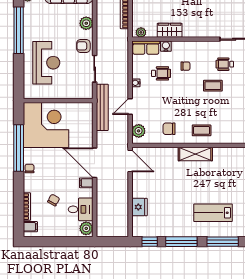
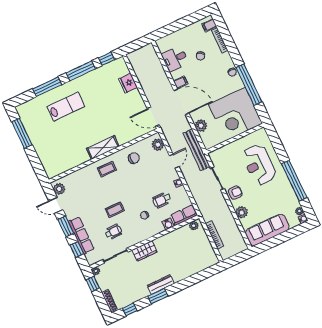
wardrobe: (170, 30) -> (145, 251), moved
plant: (86, 228) -> (201, 126), moved

